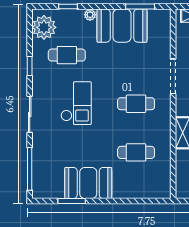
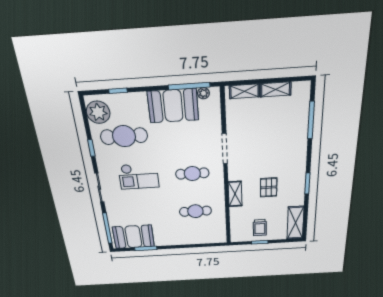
window: (140, 7) -> (189, 86), width x1.44
plant: (90, 15) -> (203, 93), moved
cafe table: (67, 55) -> (124, 136), width x1.37, depth x1.35
checkout: (76, 103) -> (139, 176), turned 90
booth: (88, 183) -> (133, 237), moved

